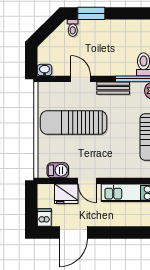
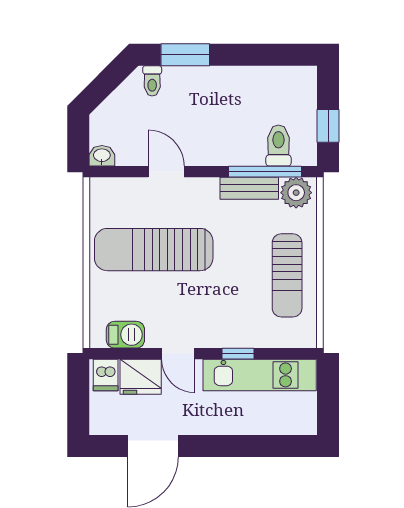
bench: (113, 88) -> (249, 188), moved
window: (121, 181) -> (238, 354), added
dishwasher: (44, 218) -> (106, 375), moved, turned 180

